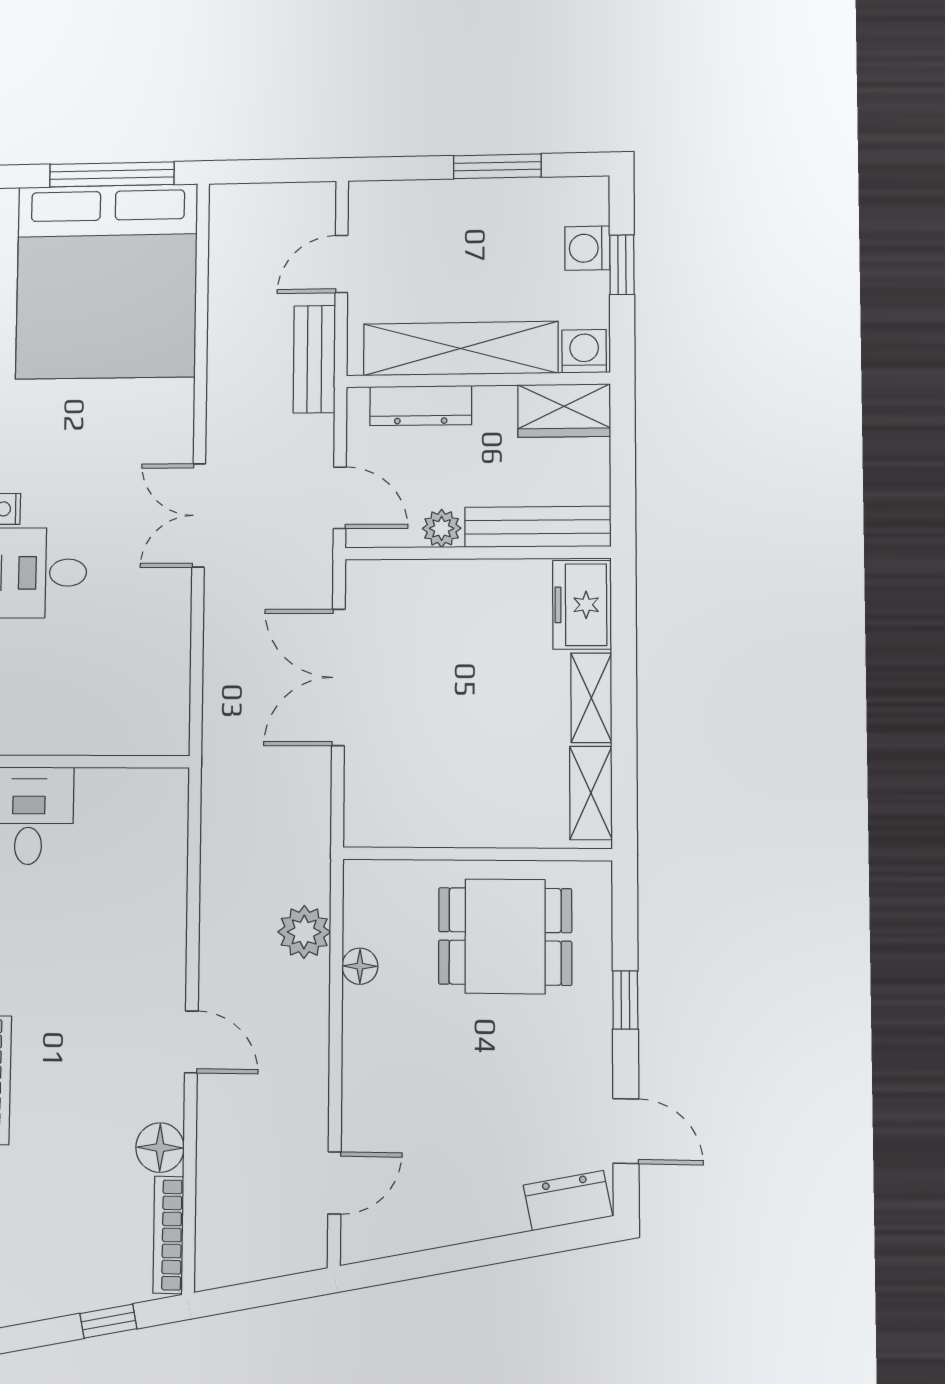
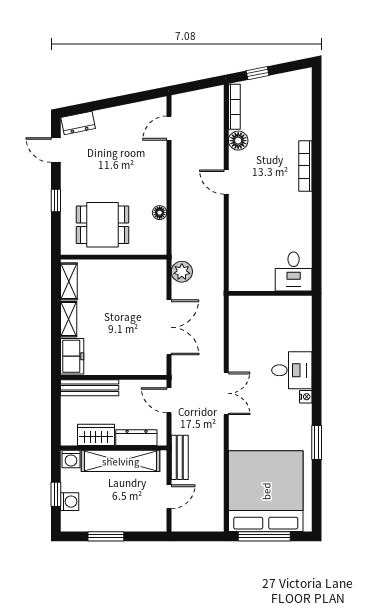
wardrobe: (564, 411) -> (96, 435), moved
plant: (442, 528) -> (128, 387), removed
plant: (304, 932) -> (182, 272), moved

